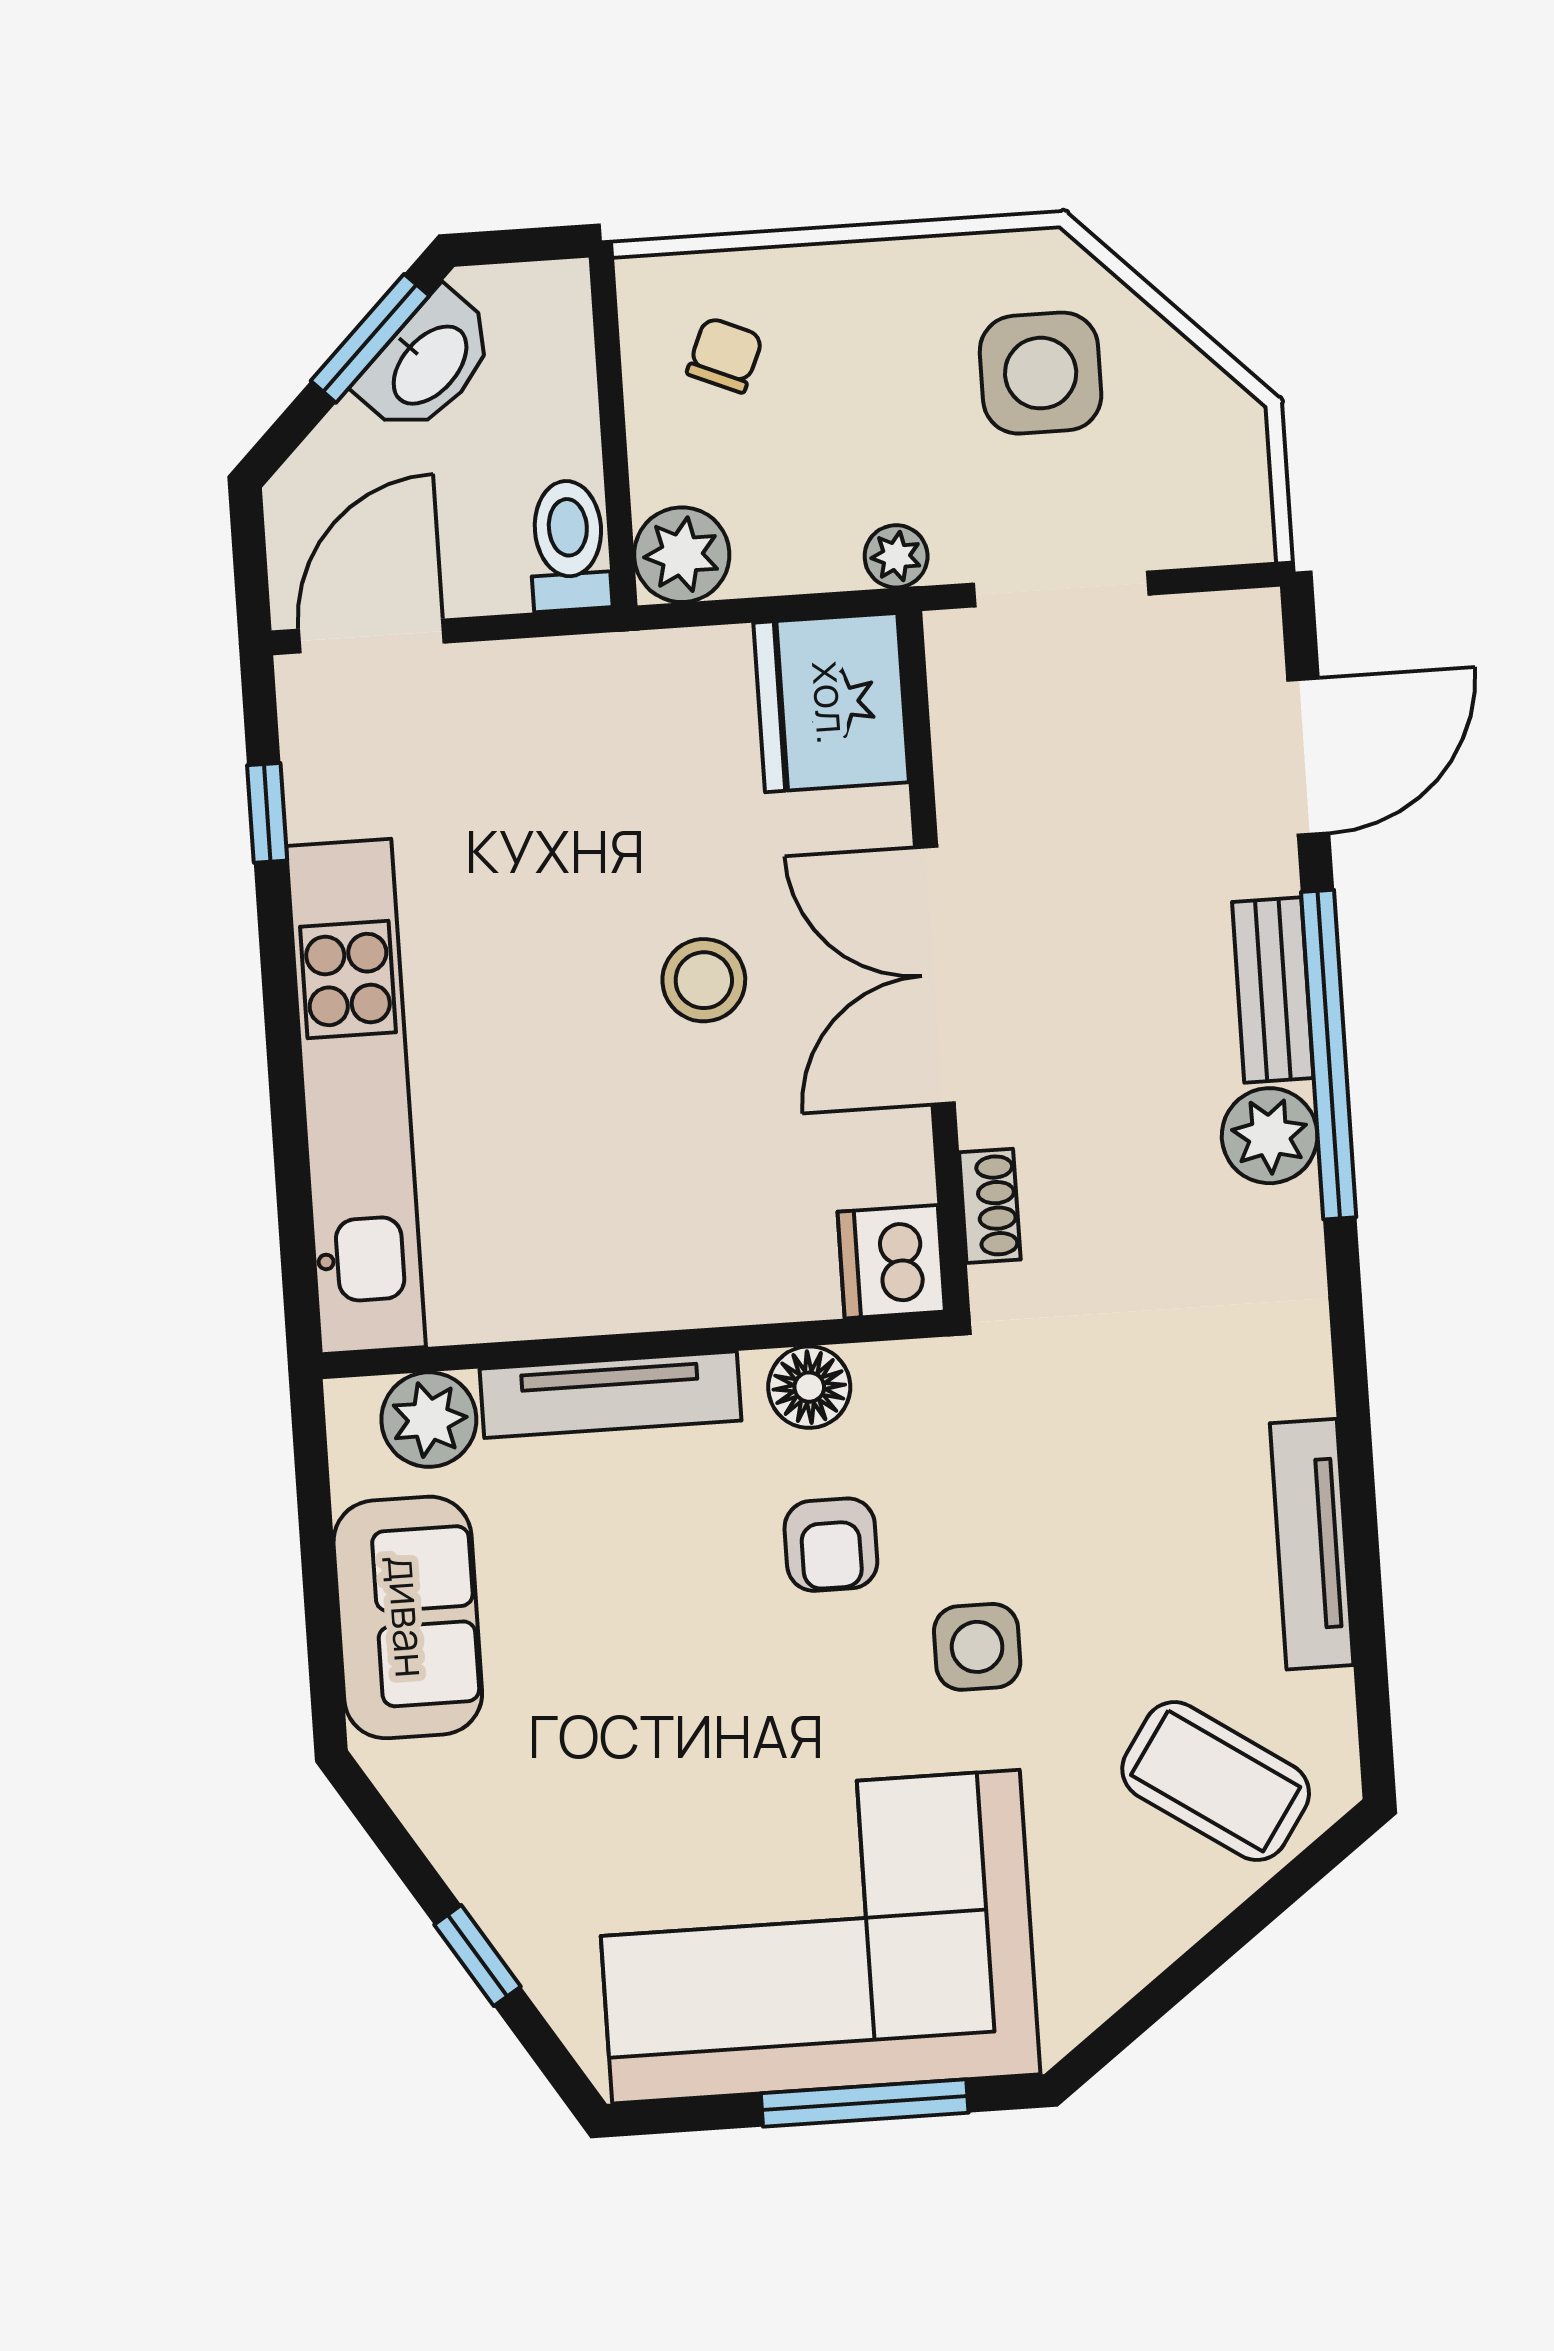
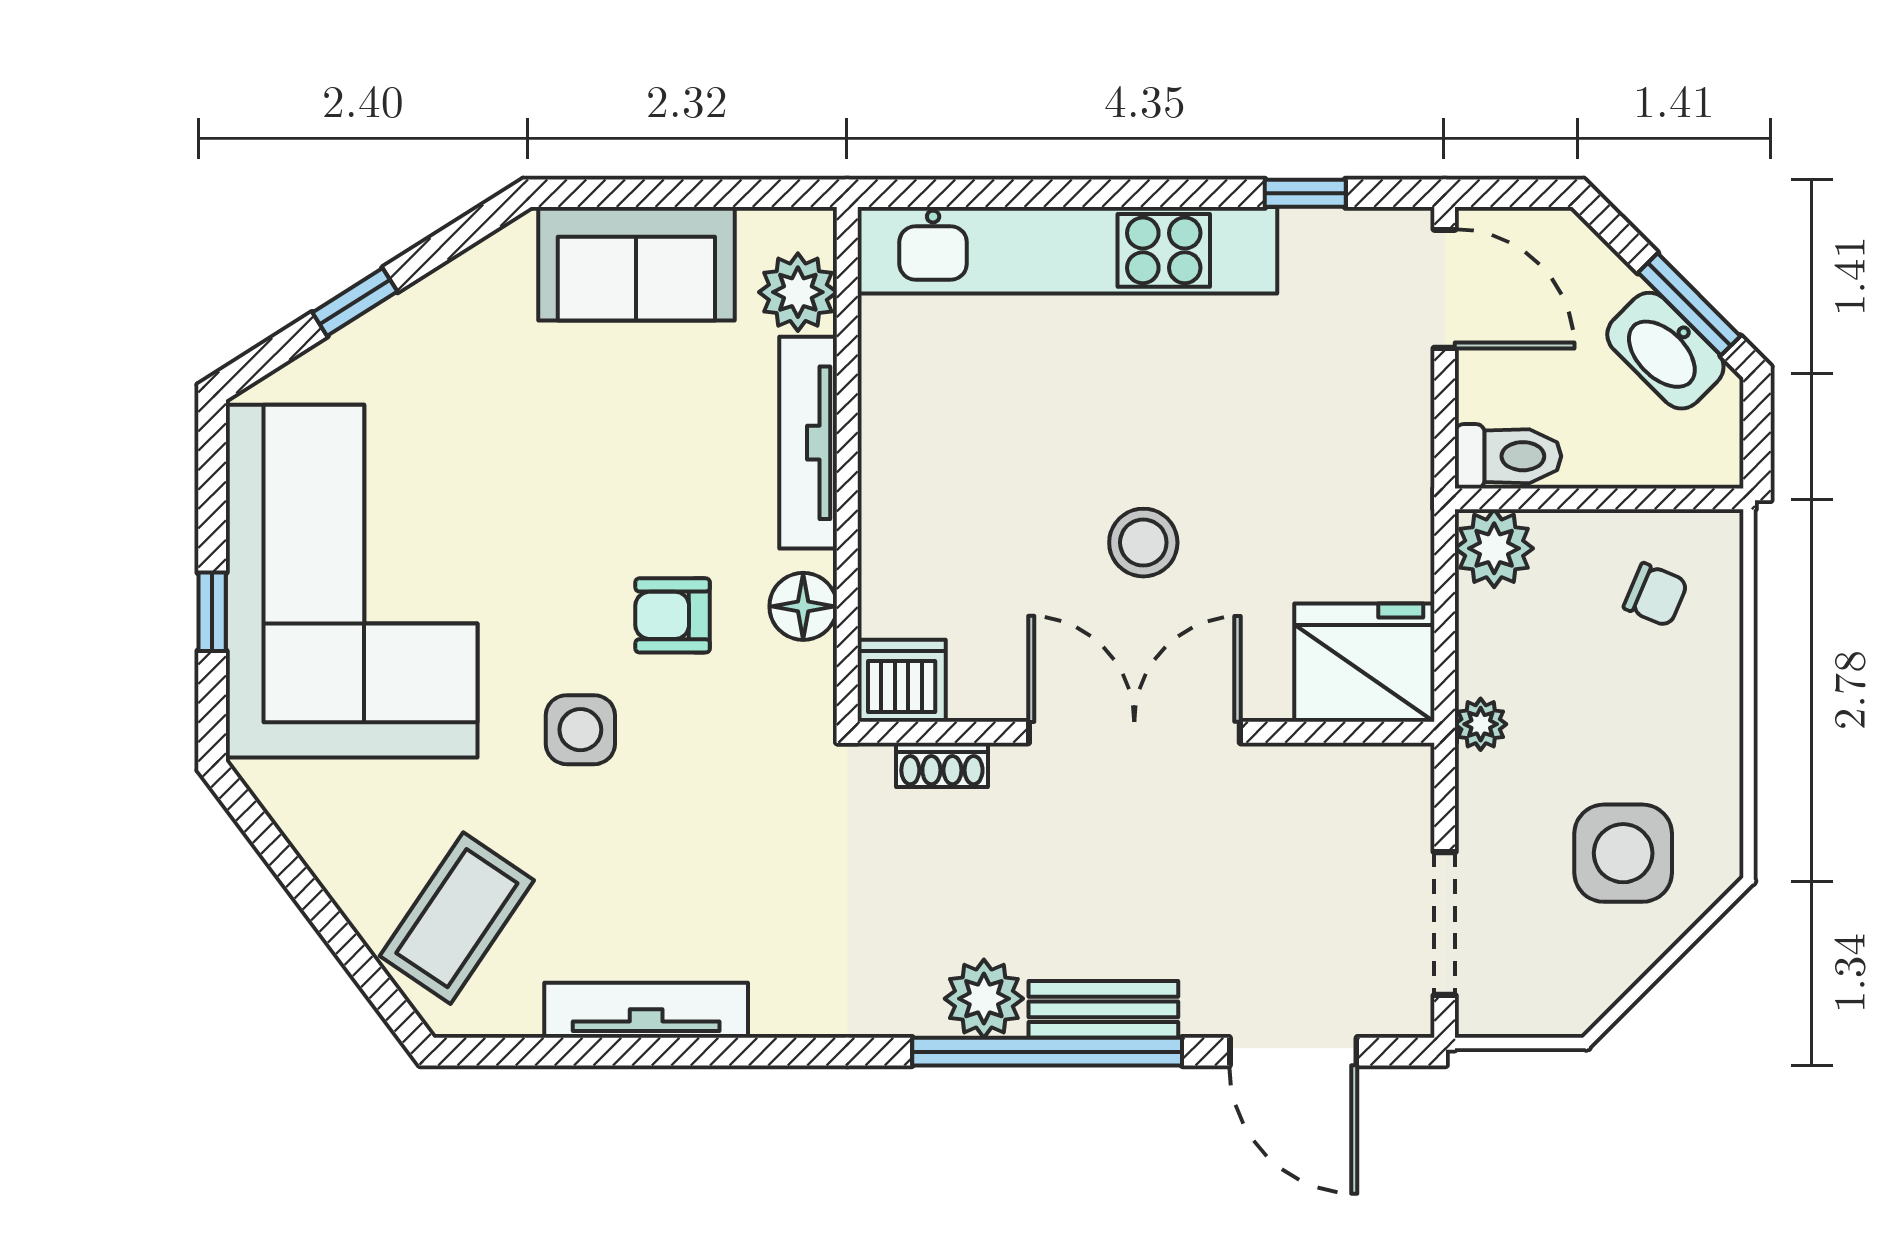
doorway: (1061, 589) -> (1445, 924), moved
window: (865, 2103) -> (212, 612), width x0.46

